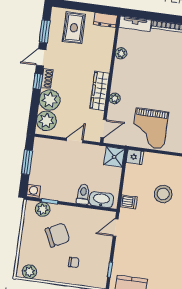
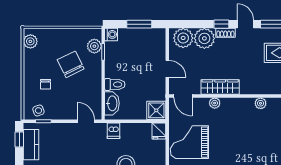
chair: (57, 235) -> (71, 64), turned 180
side table: (99, 273) -> (38, 110), added

